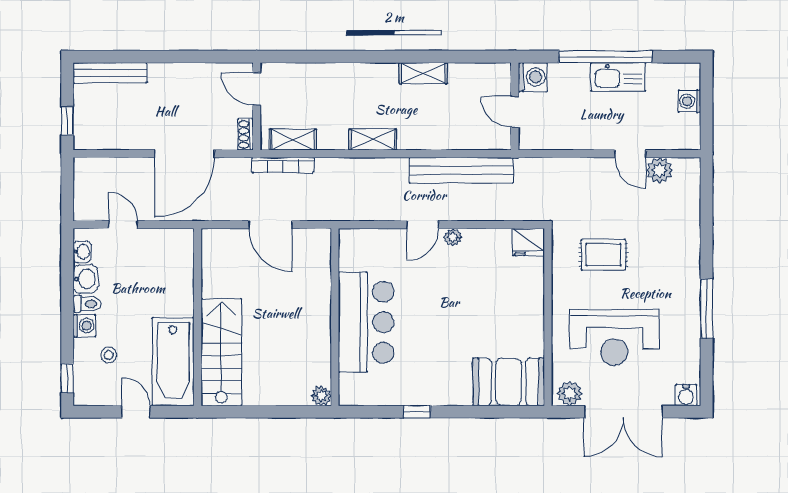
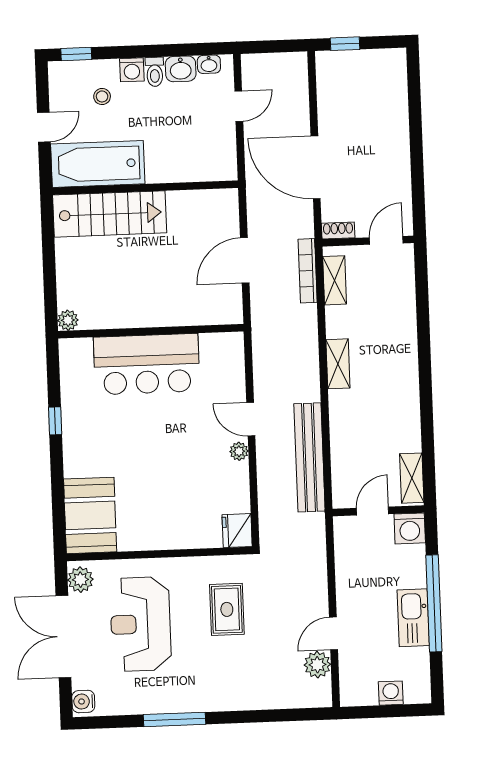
bench: (110, 73) -> (397, 86), removed
shelving: (423, 73) -> (412, 478), moved

